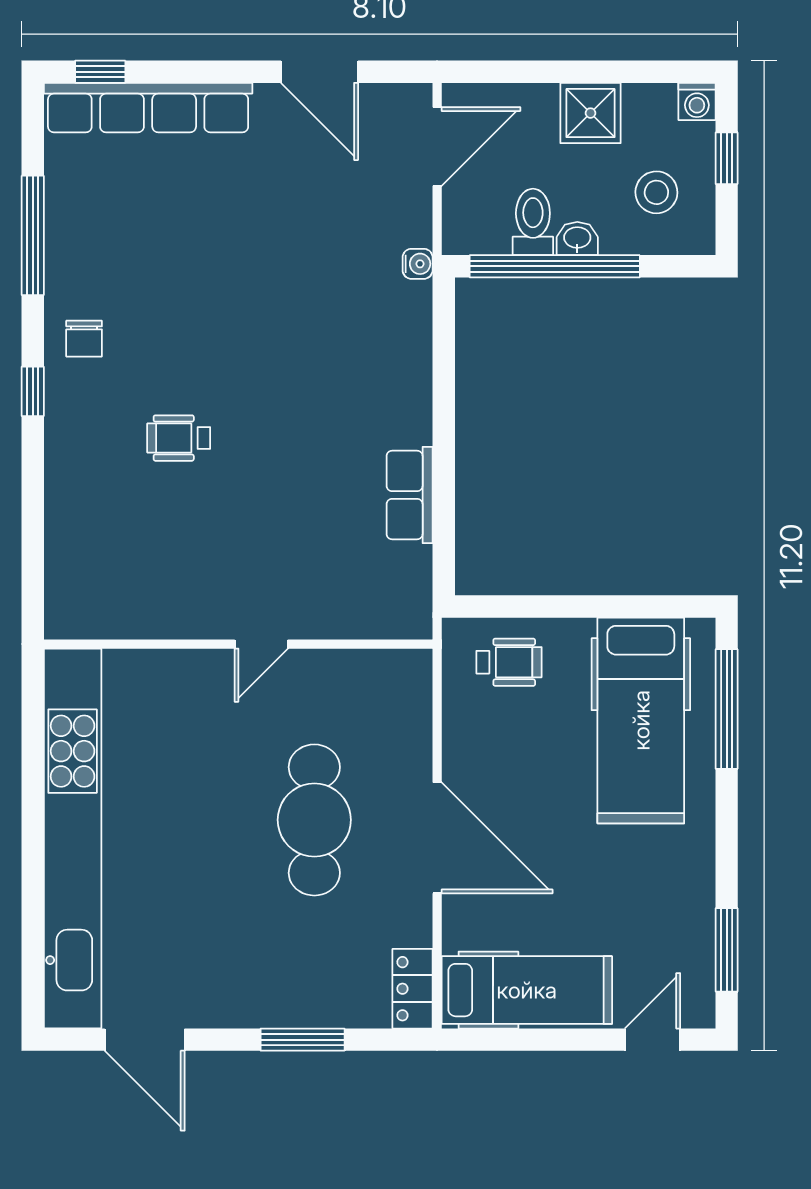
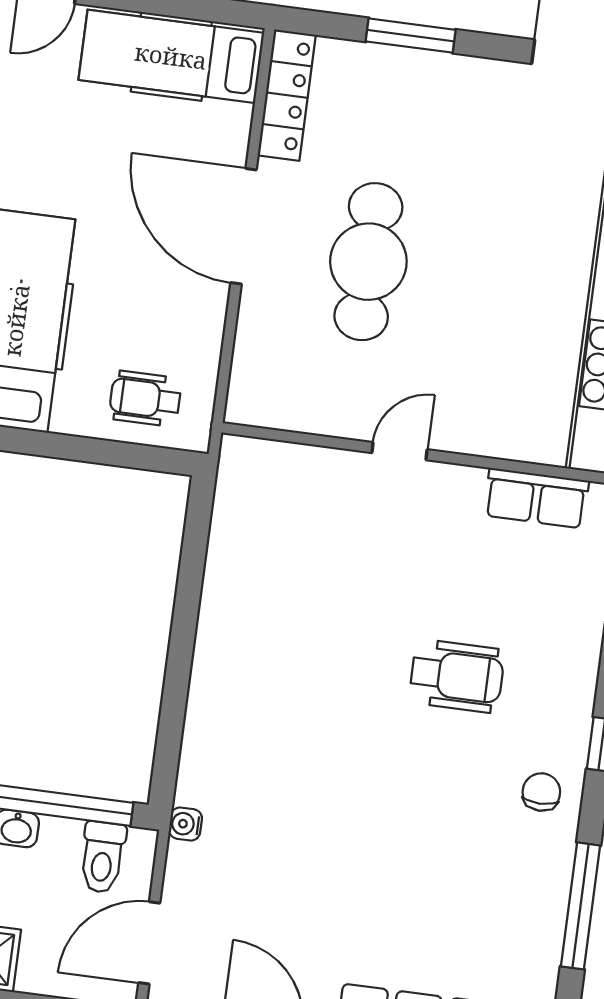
toilet: (533, 222) -> (102, 857), moved
wheelchair: (179, 438) -> (457, 676), width x1.36, depth x1.37
row of seats: (410, 495) -> (536, 498), moved, turned 90
locker: (413, 989) -> (287, 95), width x1.53

